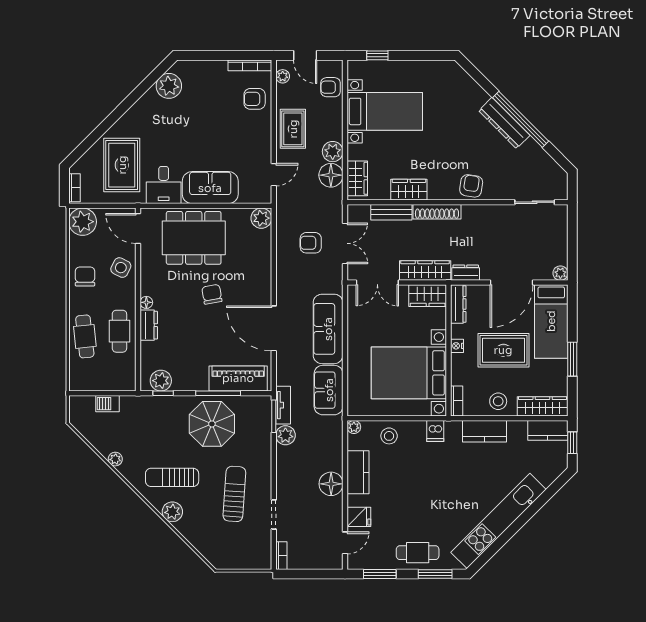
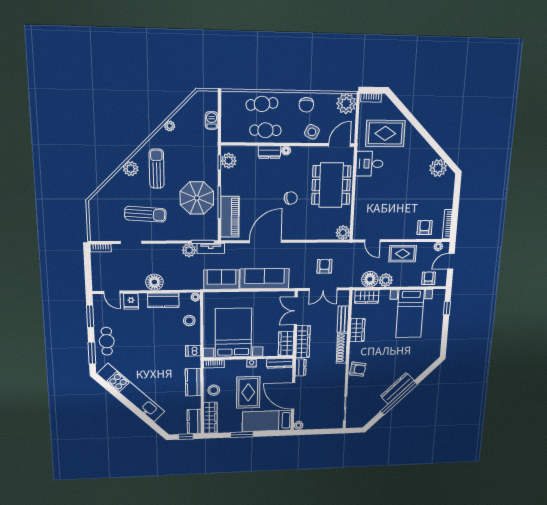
sofa: (210, 188) -> (366, 197), removed
chair: (85, 276) -> (306, 105), turned 90

